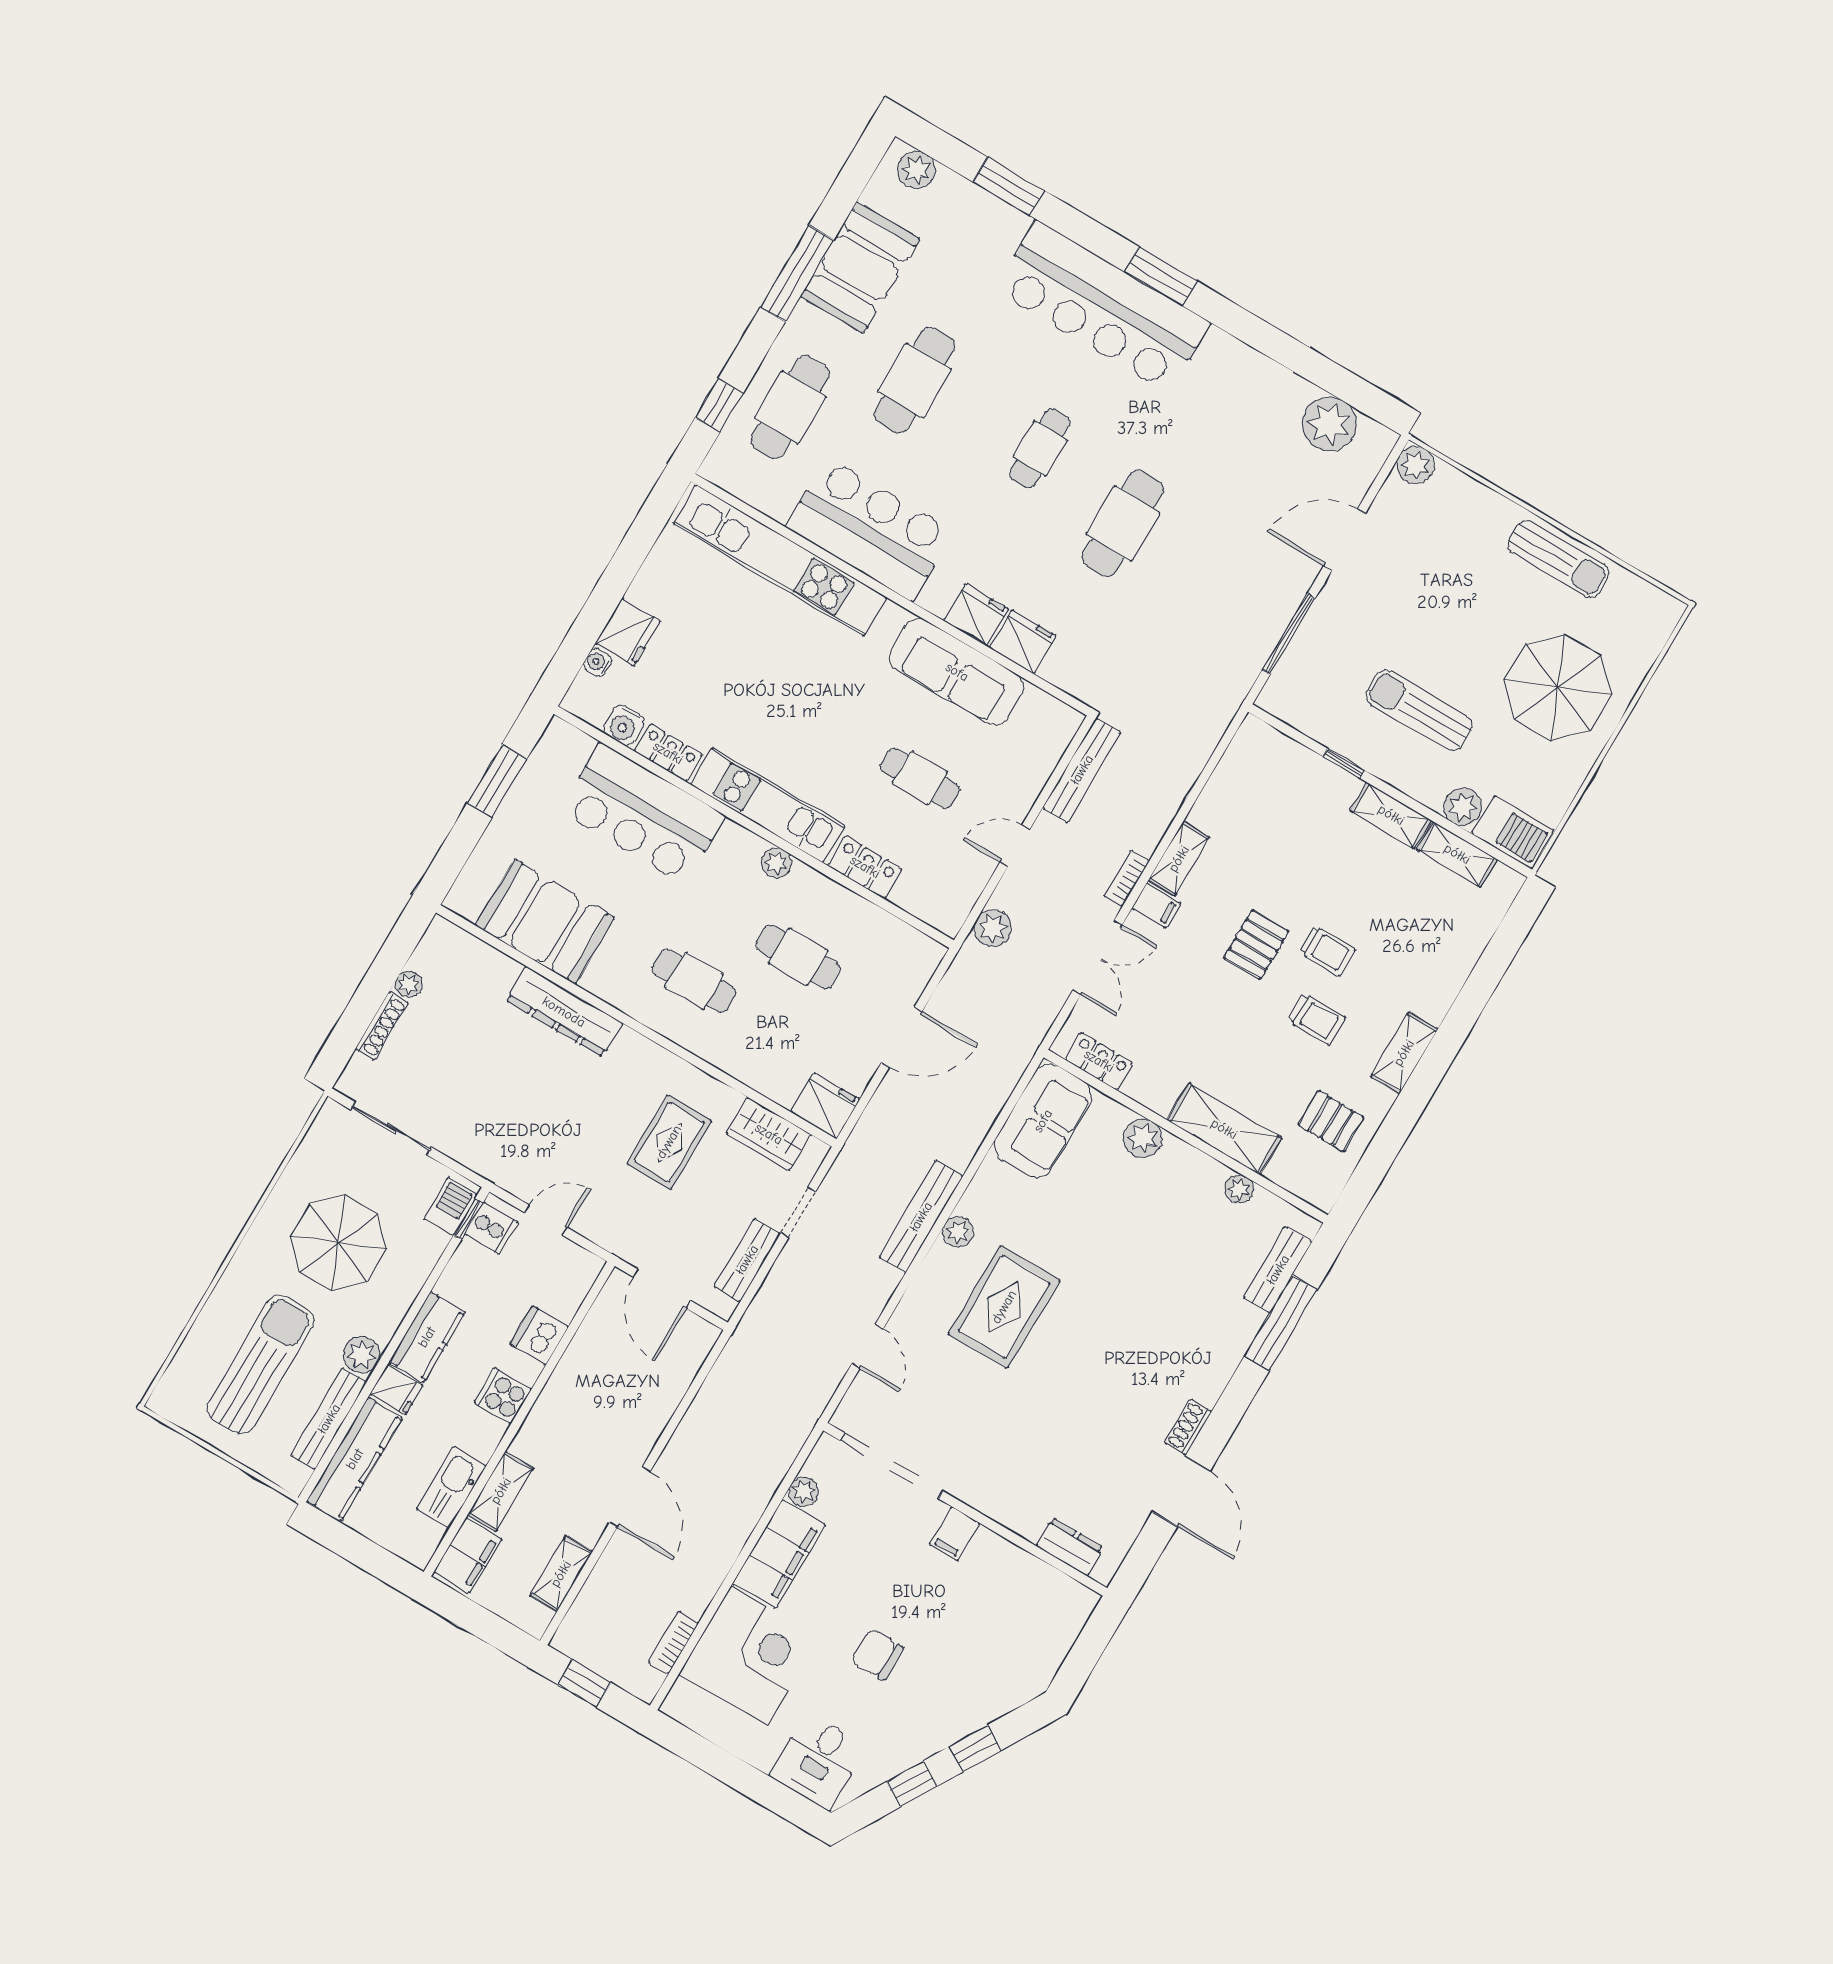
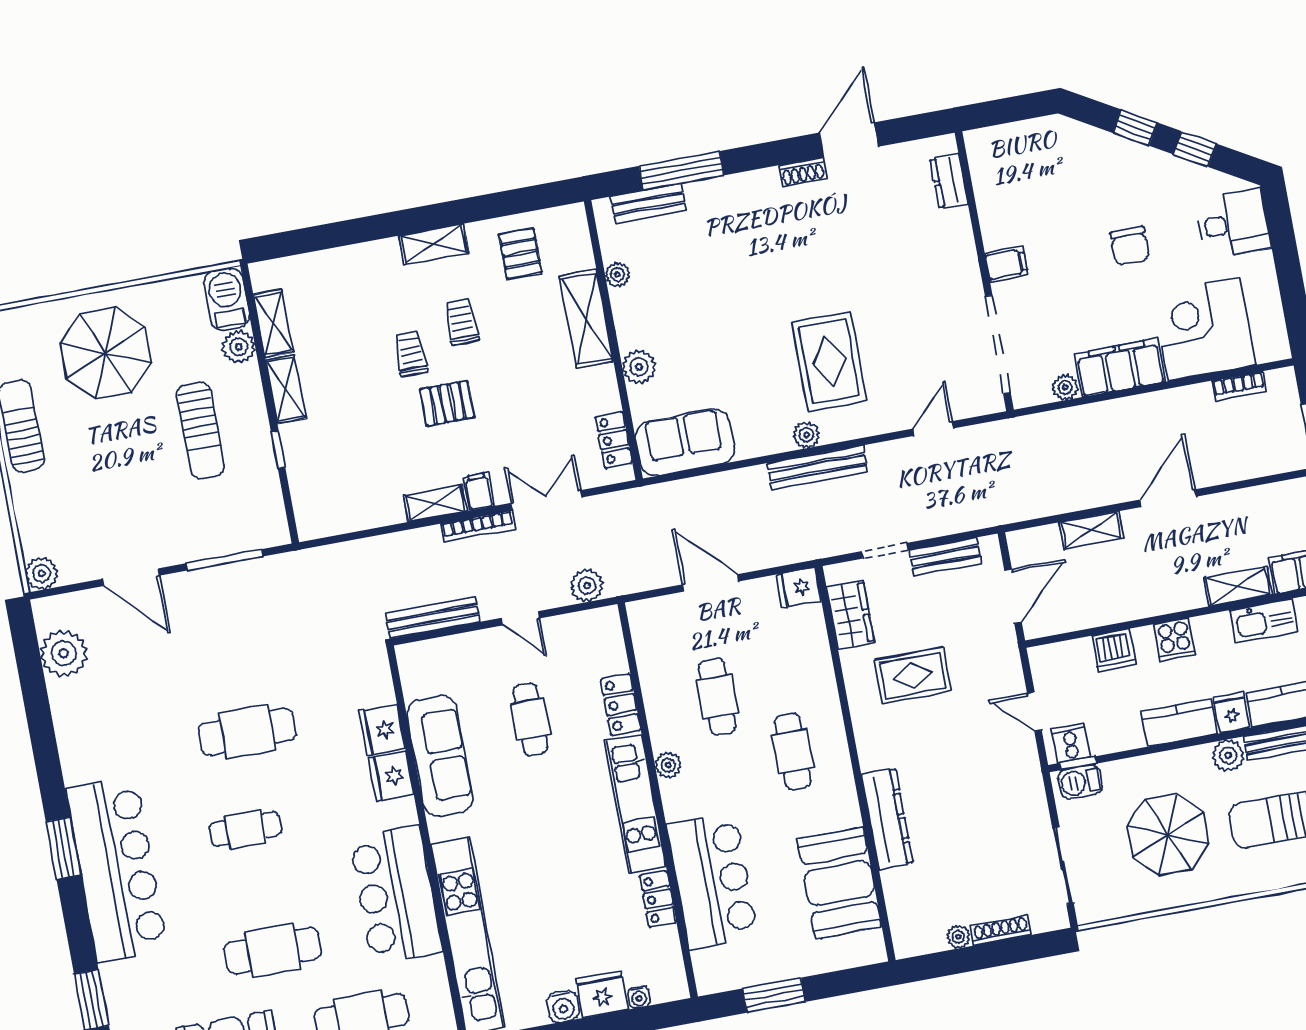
water cooler: (624, 725) -> (563, 1006), moved, turned 90
bookcase: (1127, 878) -> (478, 526), width x1.56
fridge: (825, 1106) -> (799, 588), width x0.72
rug: (1004, 1307) -> (829, 362), turned 90
shelving: (561, 1574) -> (1091, 530), moved

